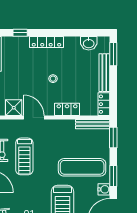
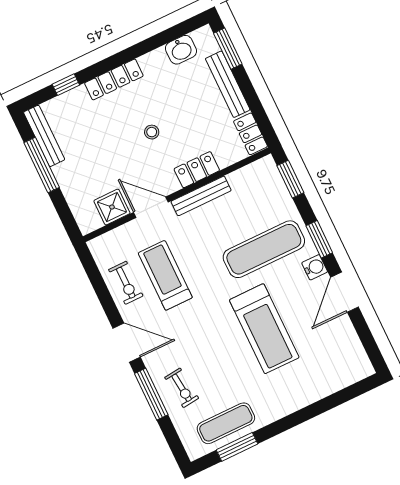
bench: (93, 124) -> (201, 196), moved
treadmill: (24, 156) -> (165, 275), turned 180

